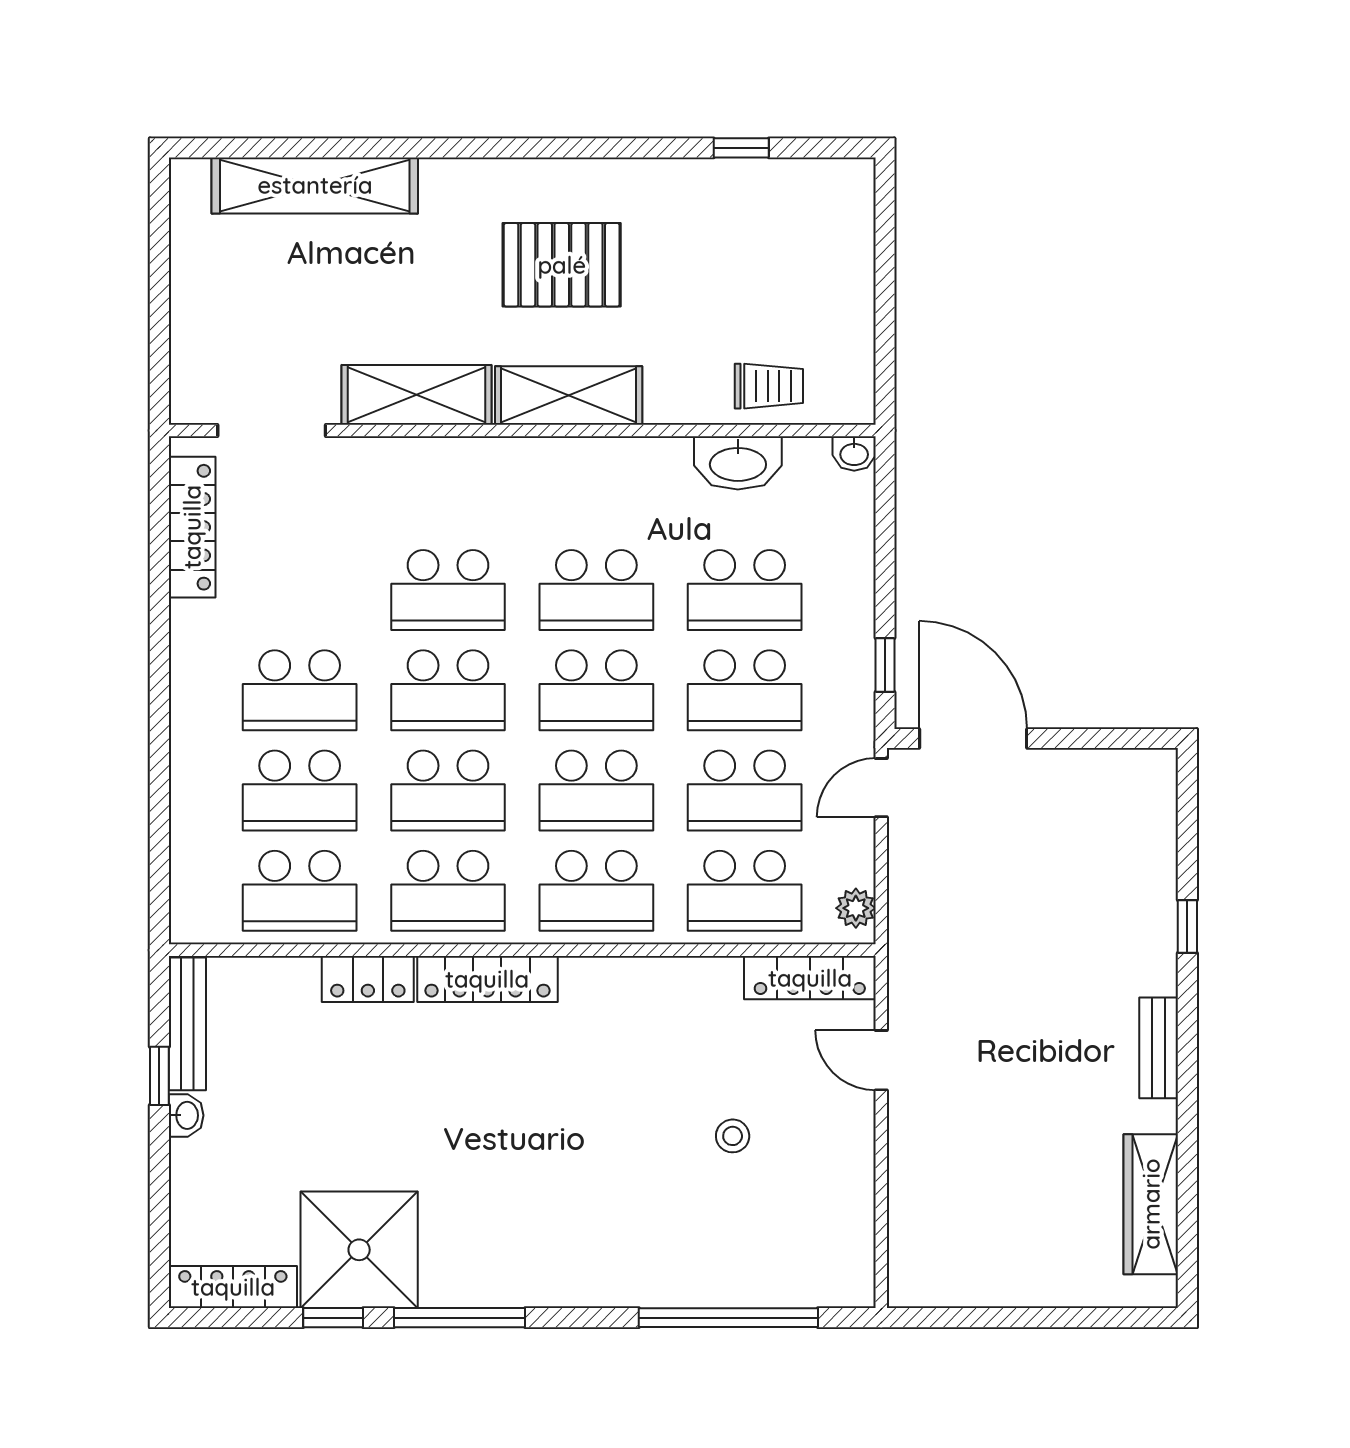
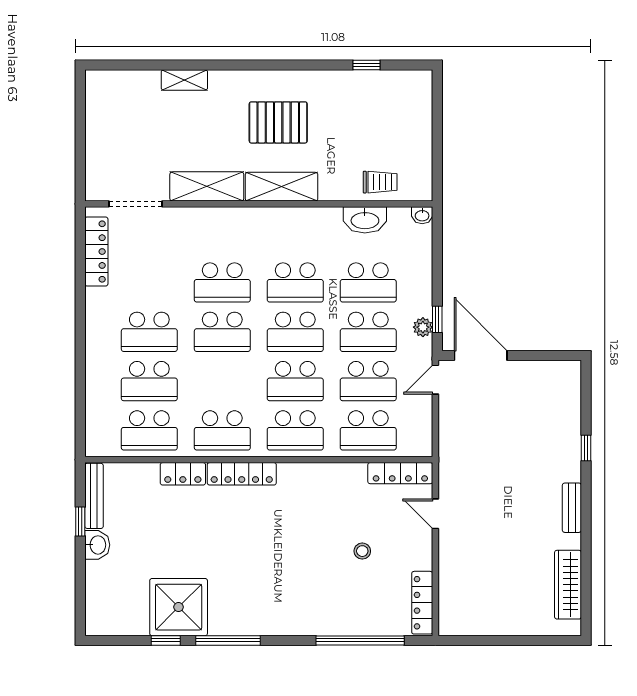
shelving: (315, 185) -> (184, 80), width x0.45, depth x0.75
school desk: (448, 791) -> (222, 381), removed
plant: (856, 908) -> (423, 327), moved
washbasin: (186, 1115) -> (97, 545), width x1.38, depth x1.45
locker: (233, 1287) -> (422, 603), moved, turned -90

